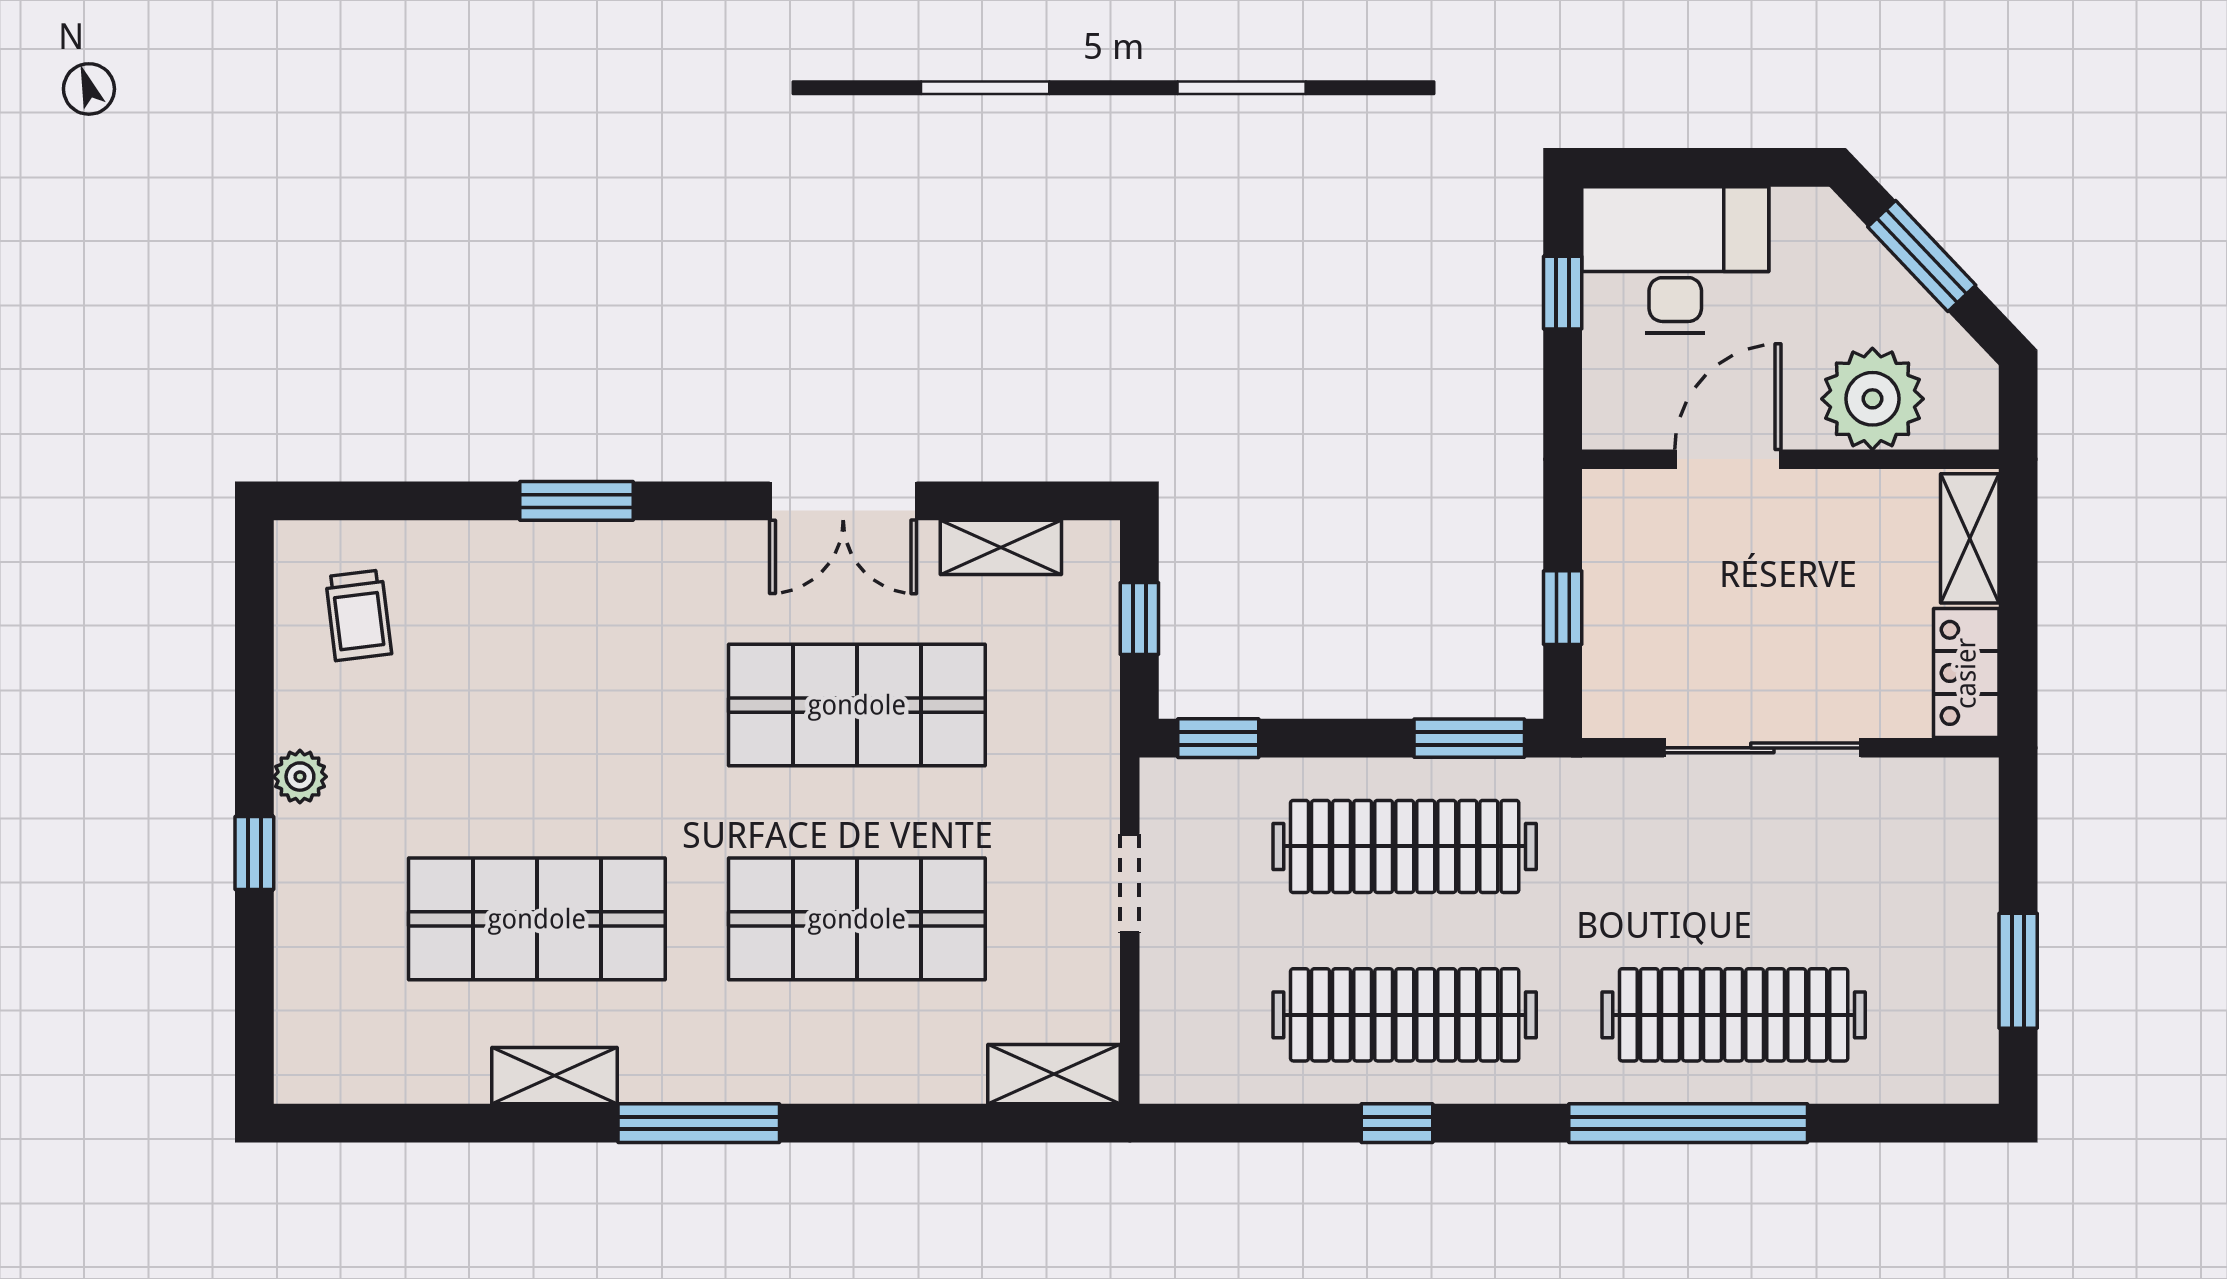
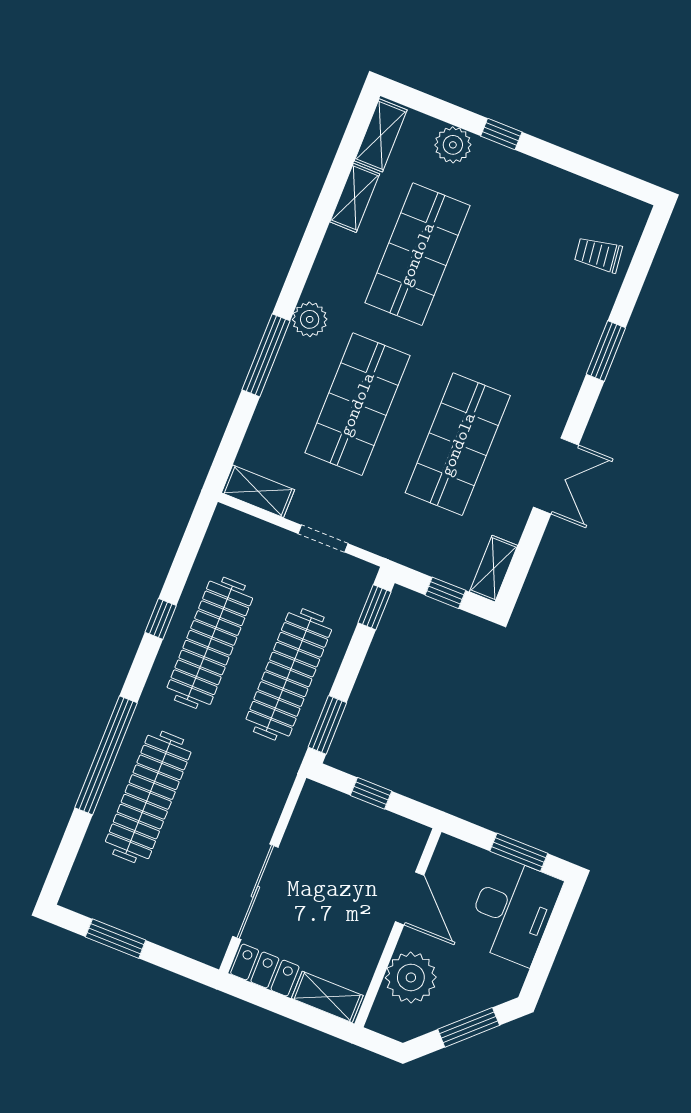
window: (1563, 293) -> (519, 852), width x1.50
double door: (843, 501) -> (556, 476), swing flipped
shelving: (1001, 547) -> (494, 569), moved
trolley: (358, 615) -> (598, 255), moved
sliding door: (1762, 748) -> (255, 892), moved
plant: (300, 777) -> (453, 145), moved, width x1.38, depth x1.38
plant: (736, 1069) -> (310, 319), added
shelving: (345, 1074) -> (381, 135), added
shelving: (1054, 1074) -> (258, 491), moved, turned 90
shelving: (555, 1076) -> (355, 198), moved
window: (699, 1123) -> (266, 355), moved

